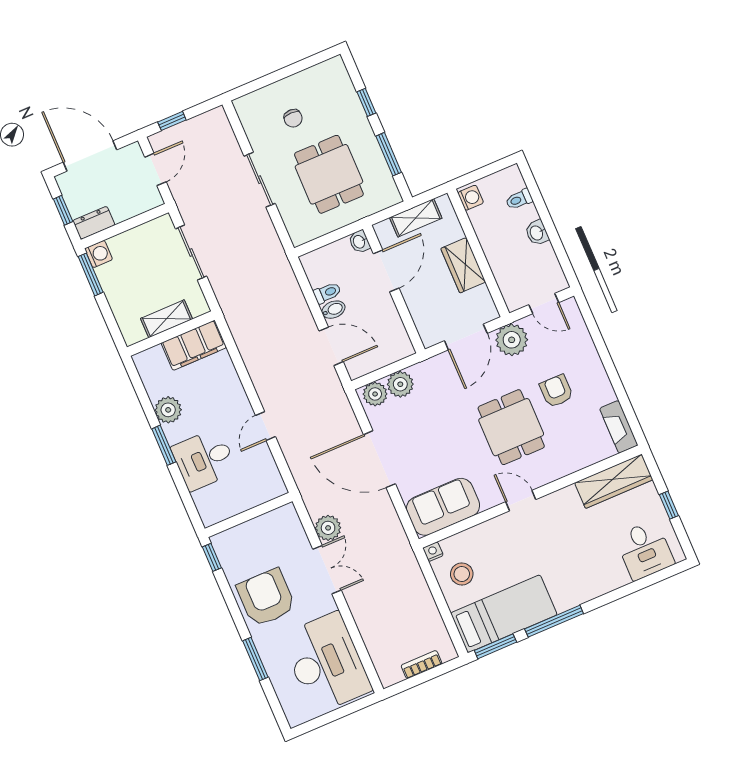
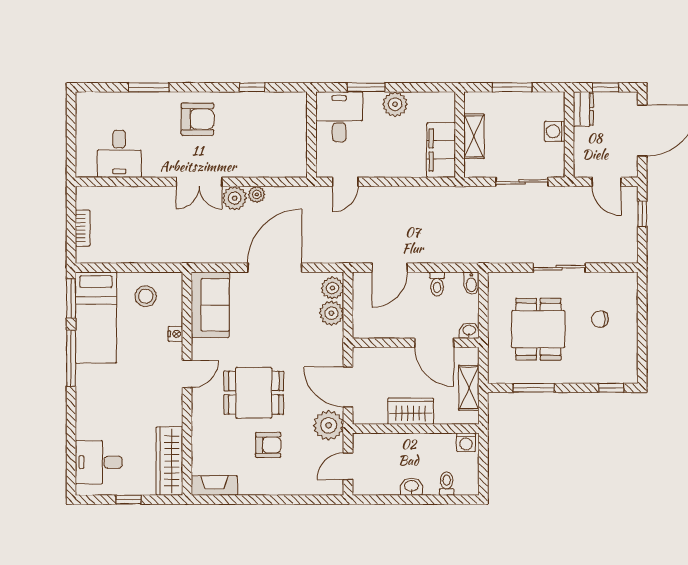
window: (366, 102) -> (611, 388), moved
dining table: (329, 174) -> (538, 329), turned 90
washing machine: (99, 254) -> (555, 131), moved, turned 90
window: (91, 274) -> (512, 87), moved
bidet: (333, 310) -> (471, 283), moved
door: (265, 426) -> (345, 182), swing flipped
plant: (315, 508) -> (257, 194), added
wall: (249, 515) -> (312, 135), moved
nightstand: (433, 552) -> (175, 334), moved
armchair: (266, 598) -> (197, 119), width x0.73, depth x0.73
desk: (326, 663) -> (119, 154), width x0.53, depth x0.77

